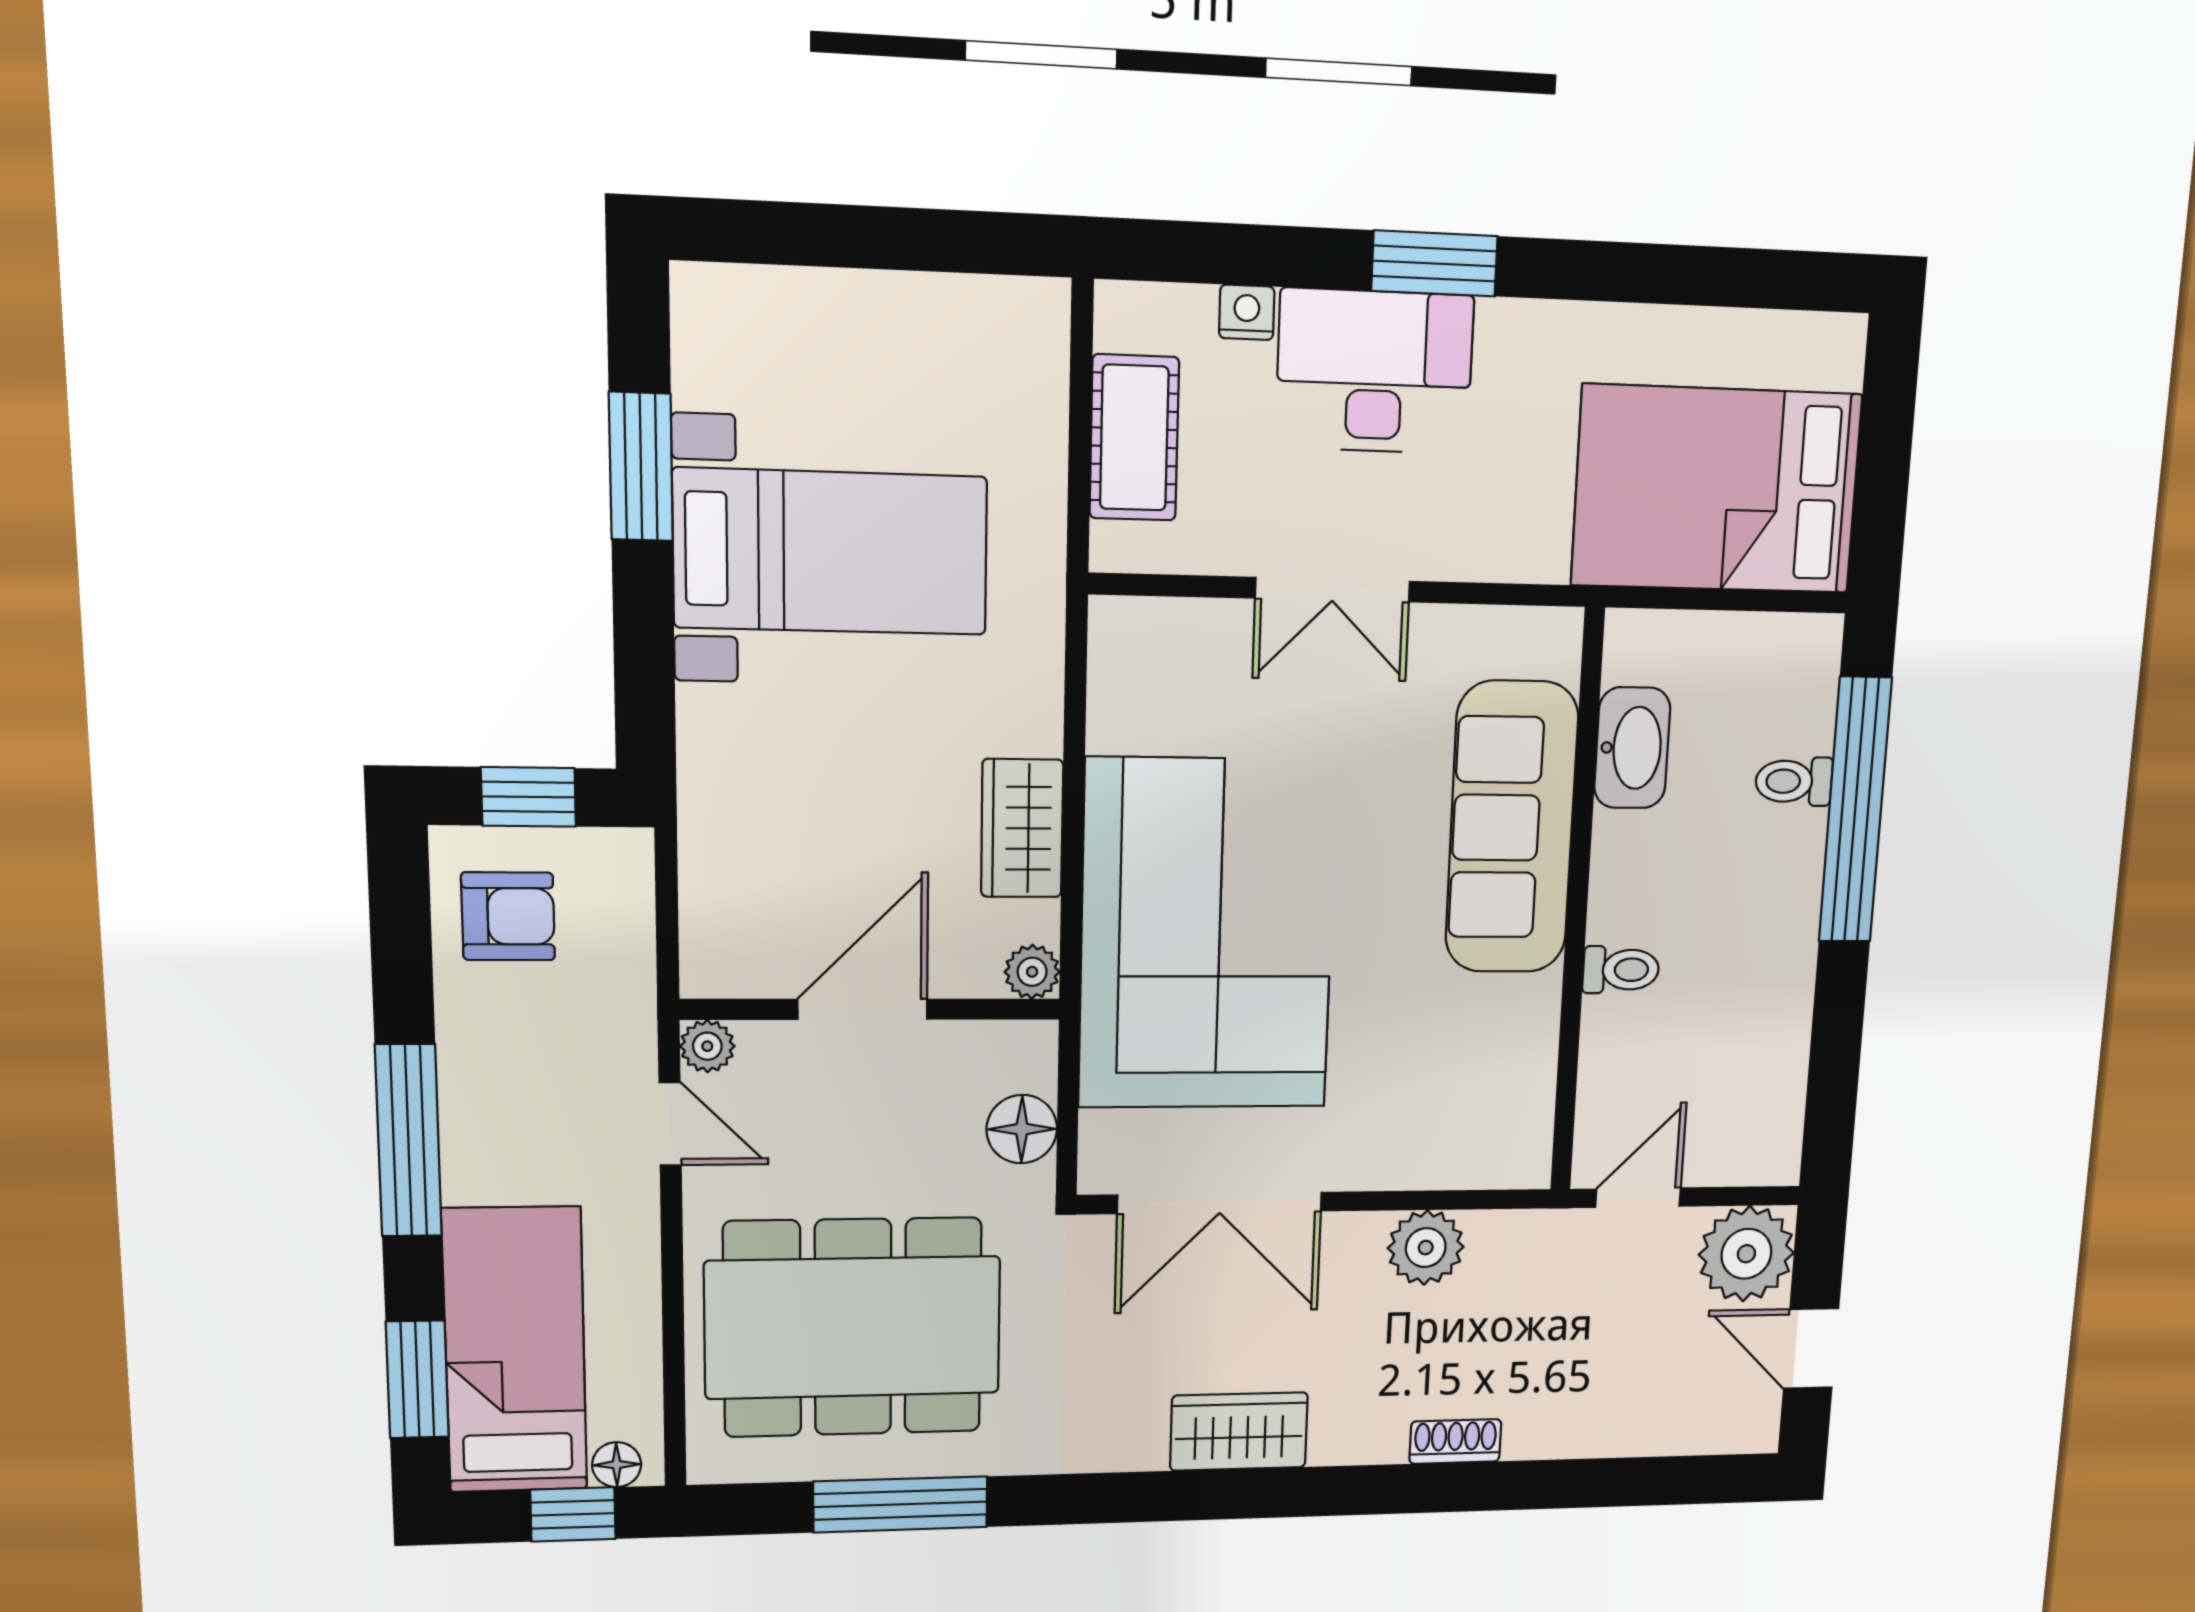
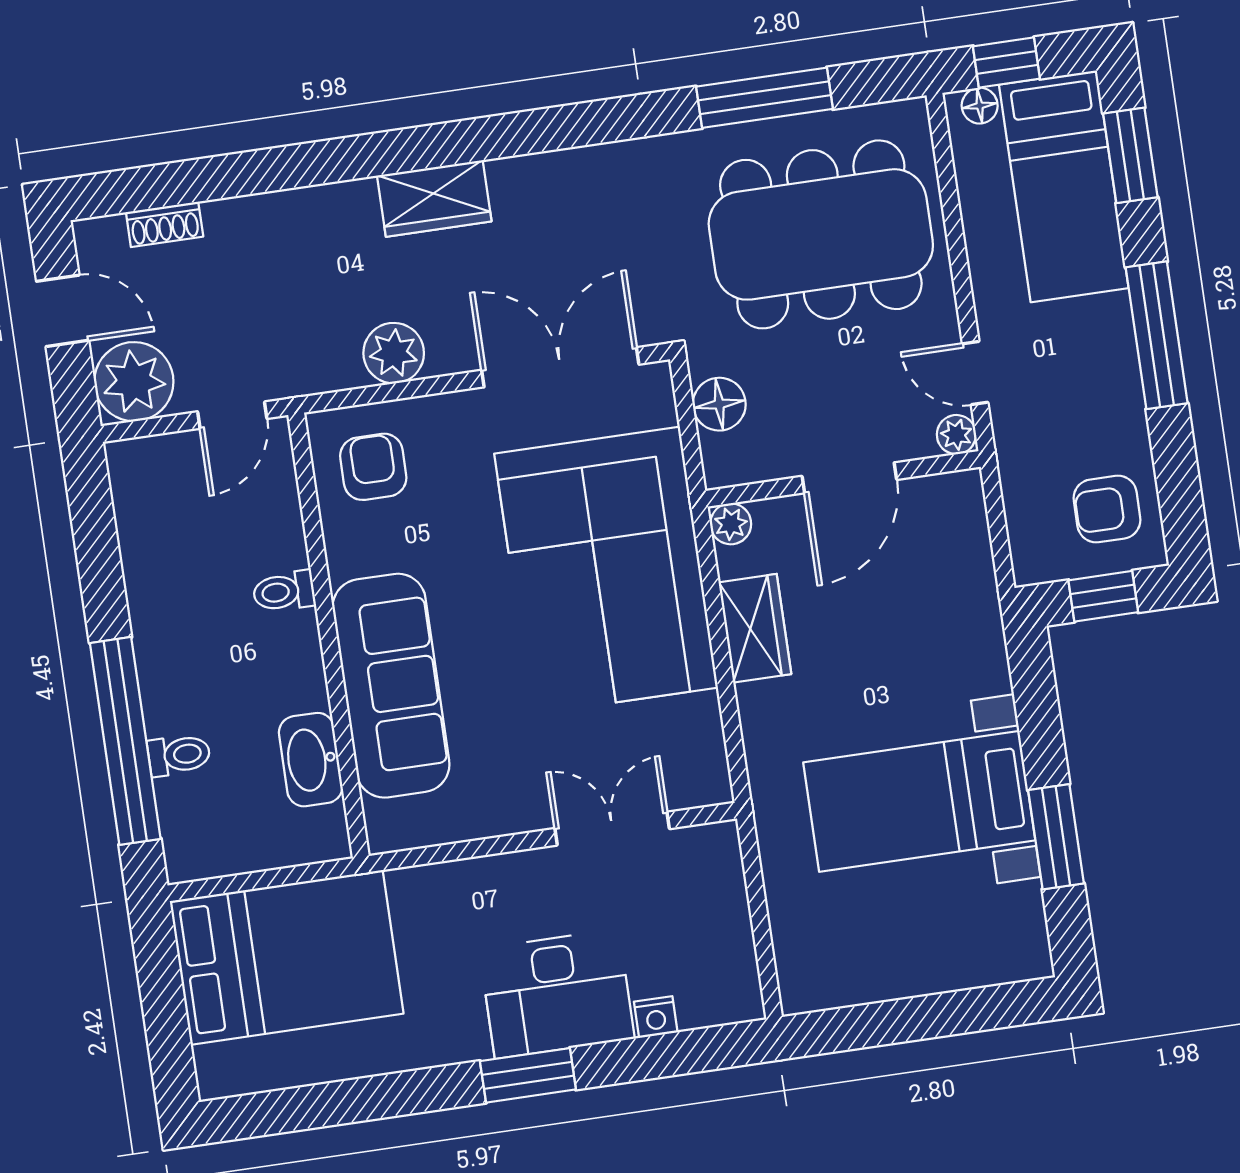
cot: (1134, 438) -> (720, 917), removed
double door: (1333, 590) -> (612, 829), moved
armchair: (1479, 1110) -> (373, 467), added
wardrobe: (1239, 1431) -> (434, 198), moved
shoe rack: (1455, 1441) -> (165, 224), moved

